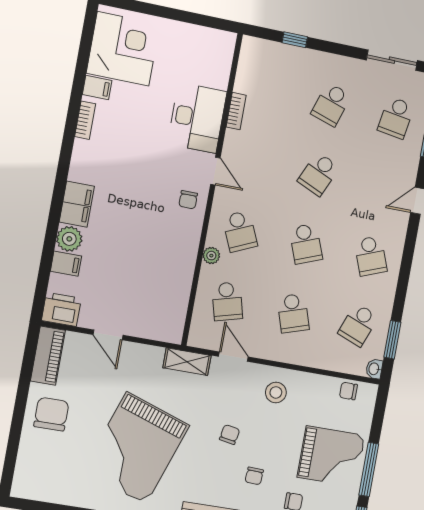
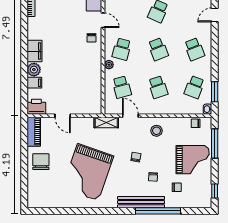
school desk: (240, 231) -> (122, 49), turned 39
window: (369, 469) -> (215, 143), moved

